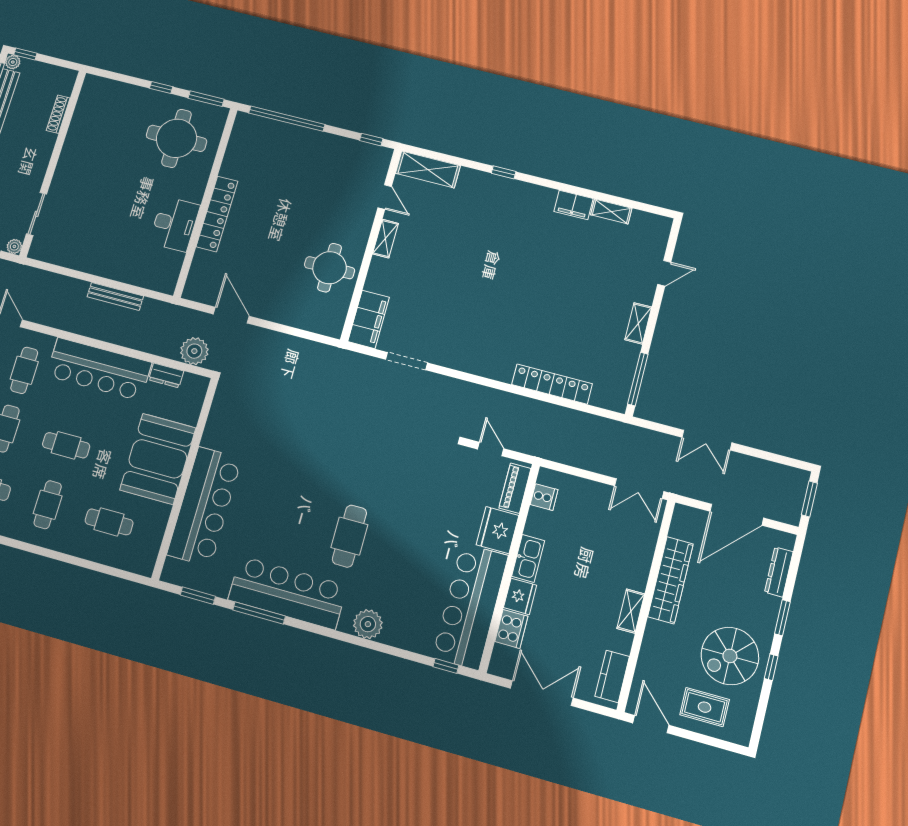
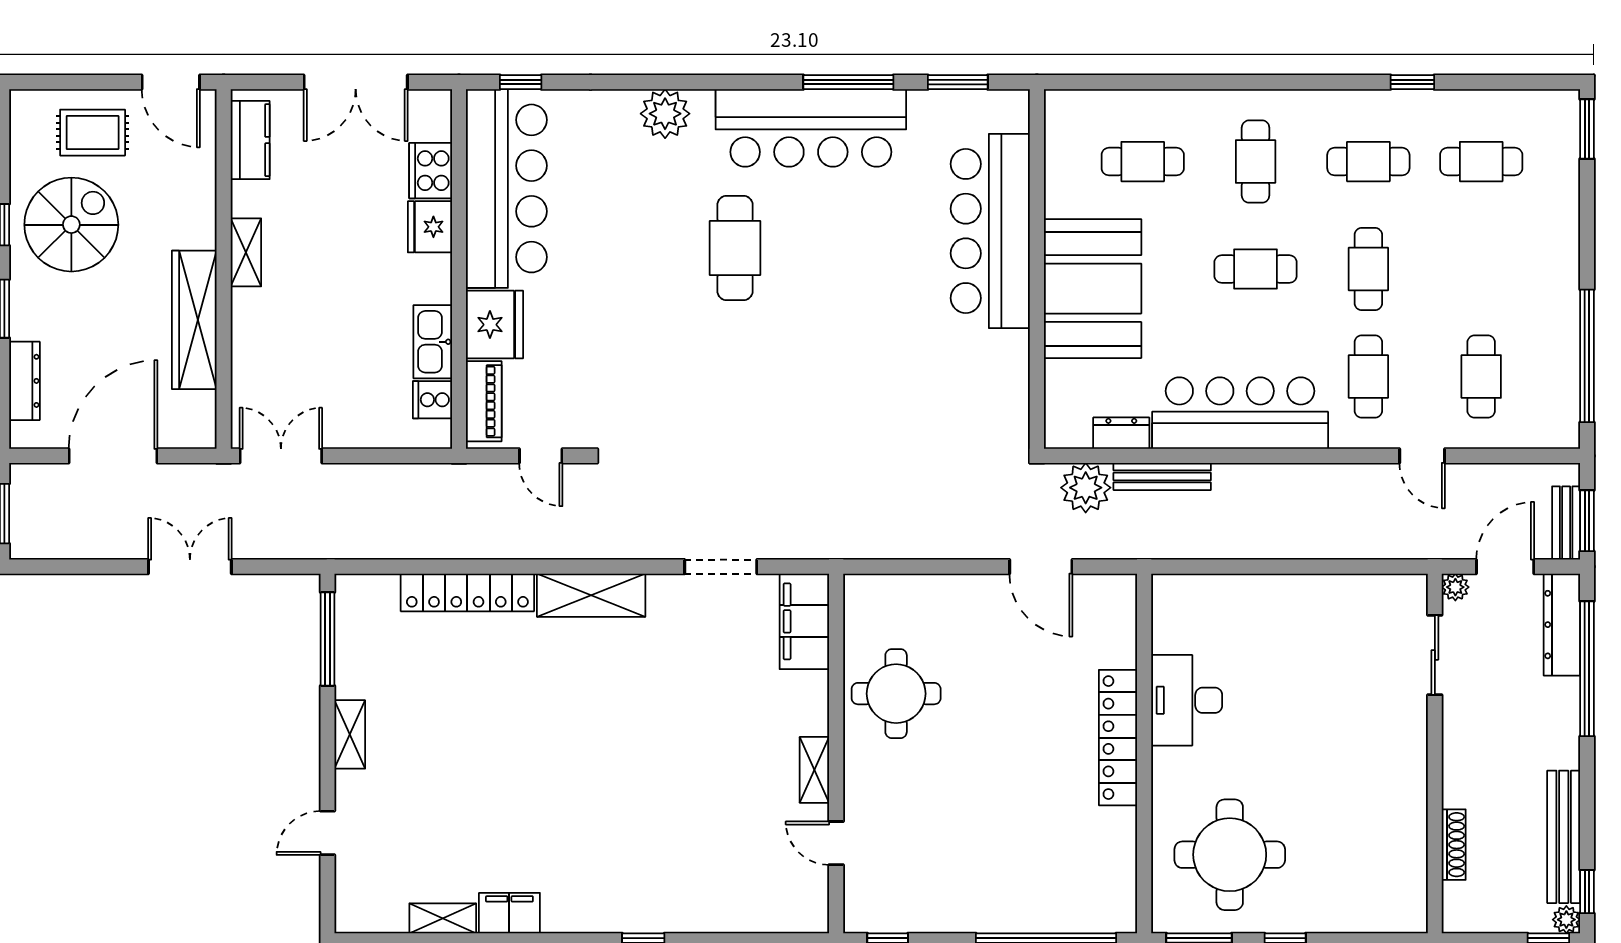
shelving: (428, 170) -> (591, 595), moved
bench: (115, 296) -> (1162, 476), moved
kitchen sink: (528, 558) -> (433, 342), moved

